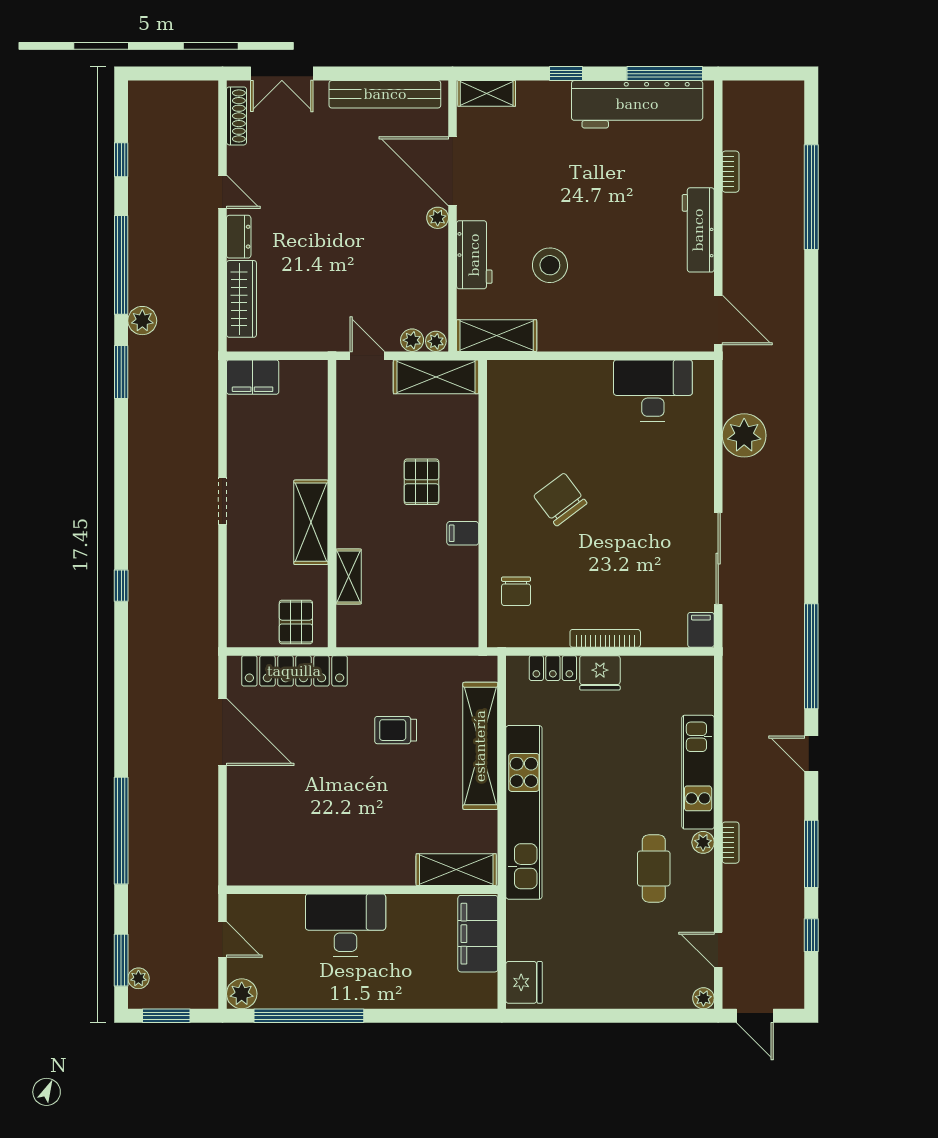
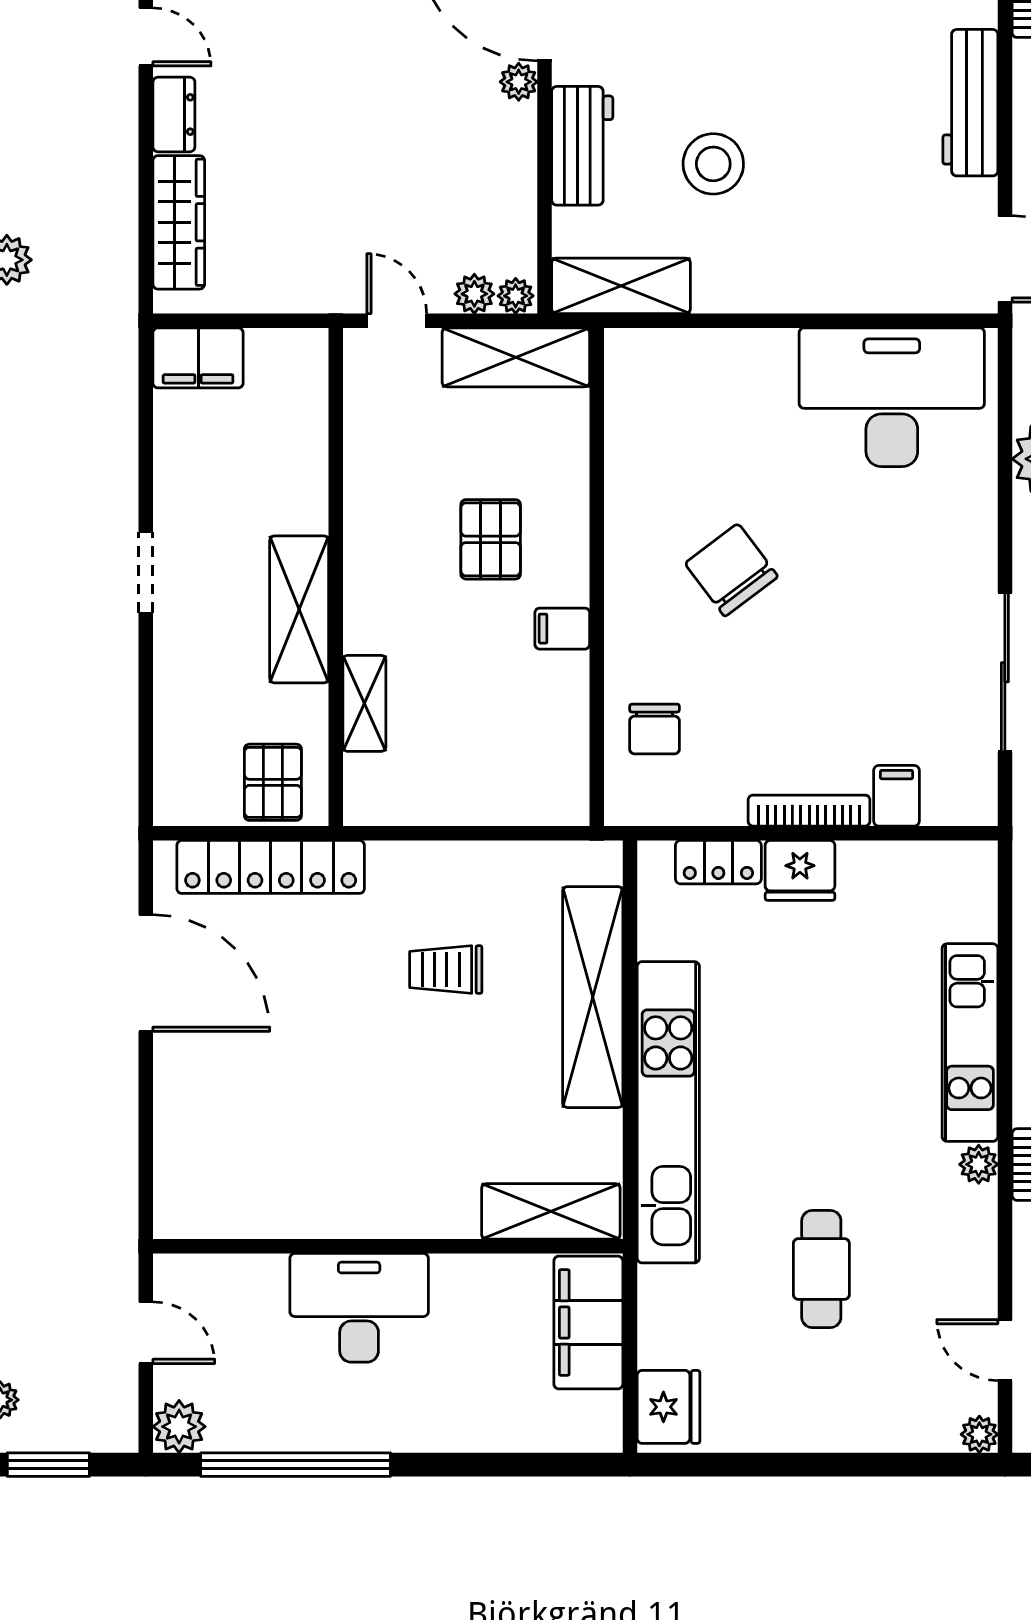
desk: (653, 391) -> (892, 397), width x1.36, depth x1.30
filing cabinet: (701, 630) -> (897, 796), moved
cafe table: (654, 868) -> (821, 1269), moved

